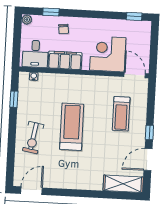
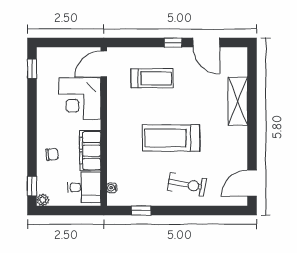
window: (51, 12) -> (32, 186), moved
shelving: (123, 184) -> (238, 101), moved
door: (31, 191) -> (252, 183), hinge flipped

